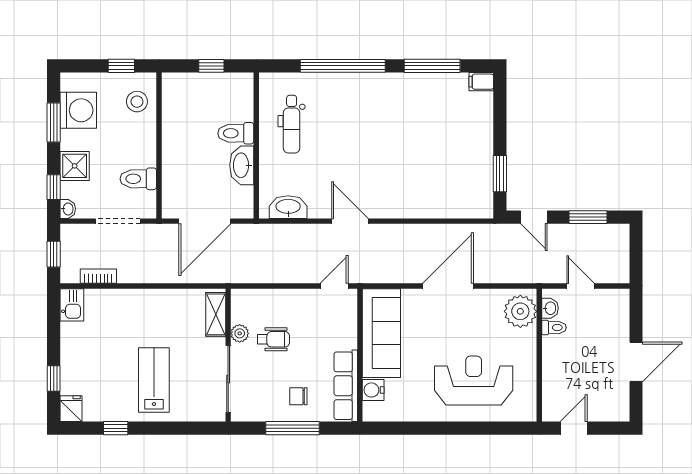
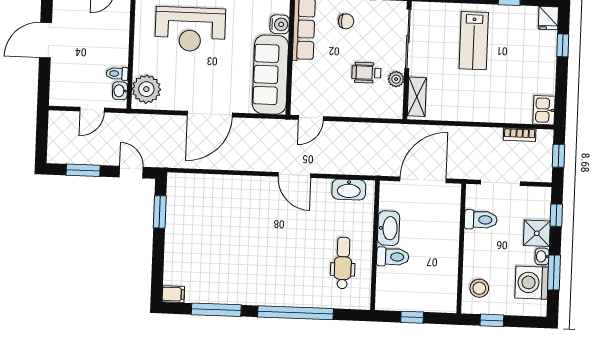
washbasin: (68, 209) -> (542, 256), moved
door: (581, 286) -> (92, 110), hinge flipped

